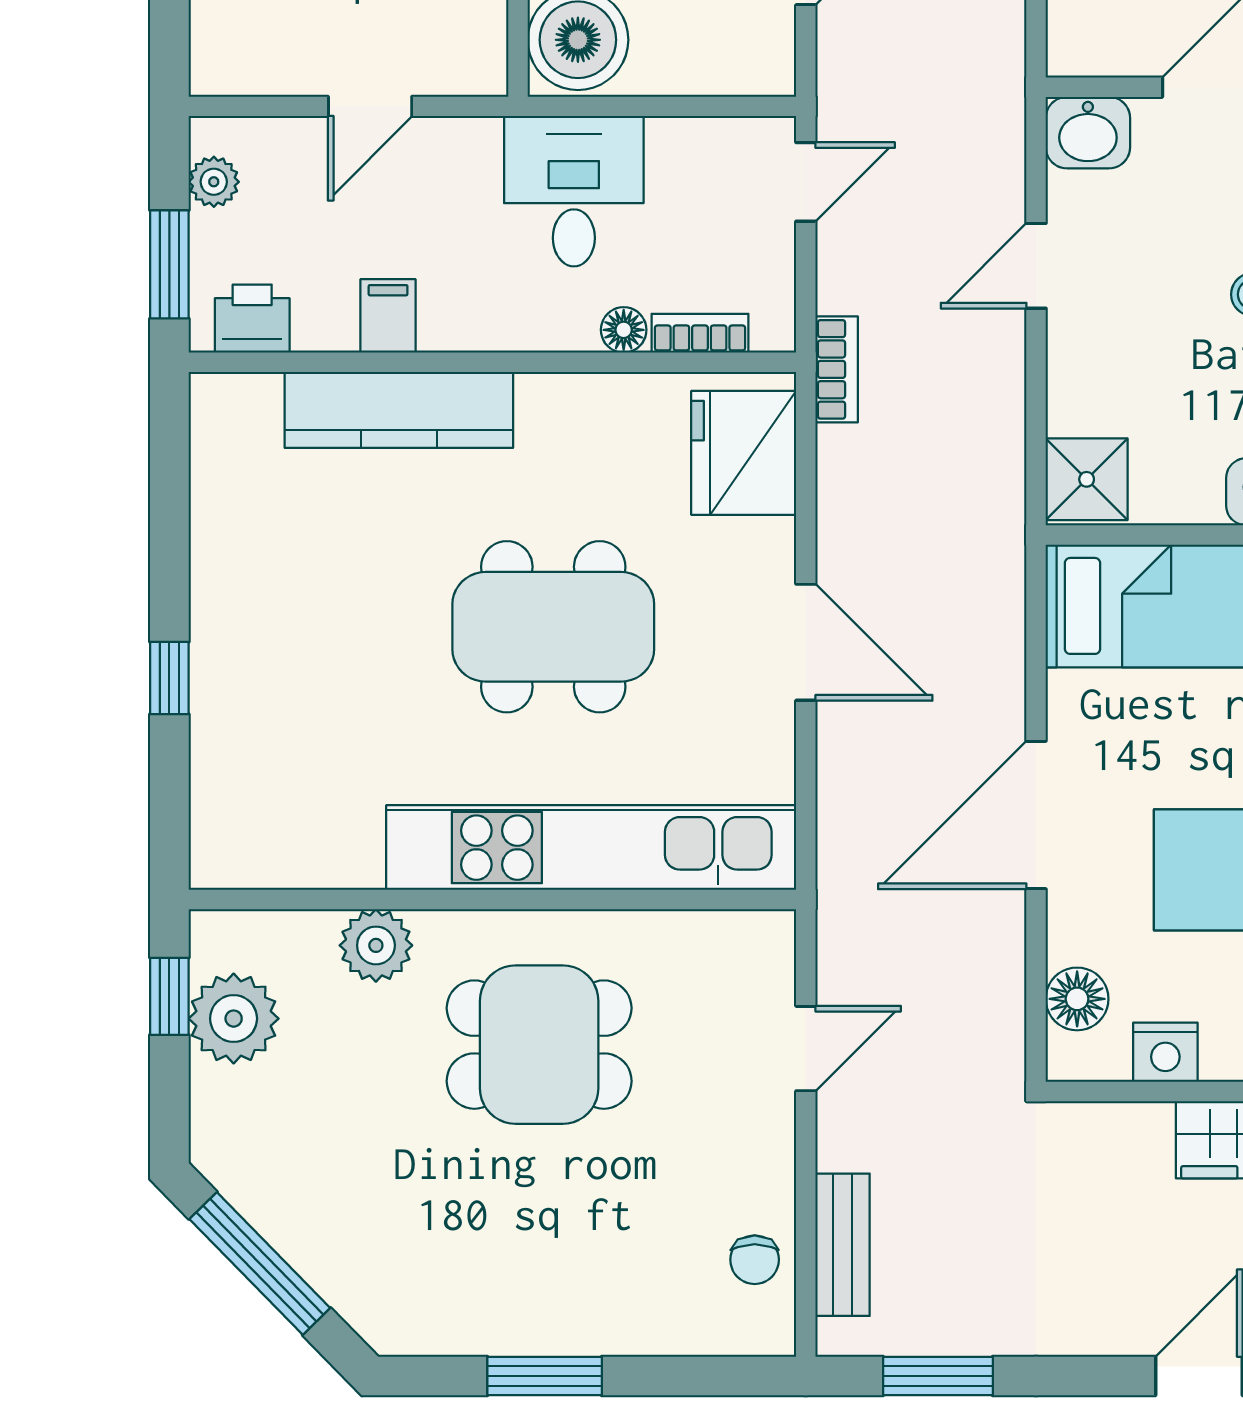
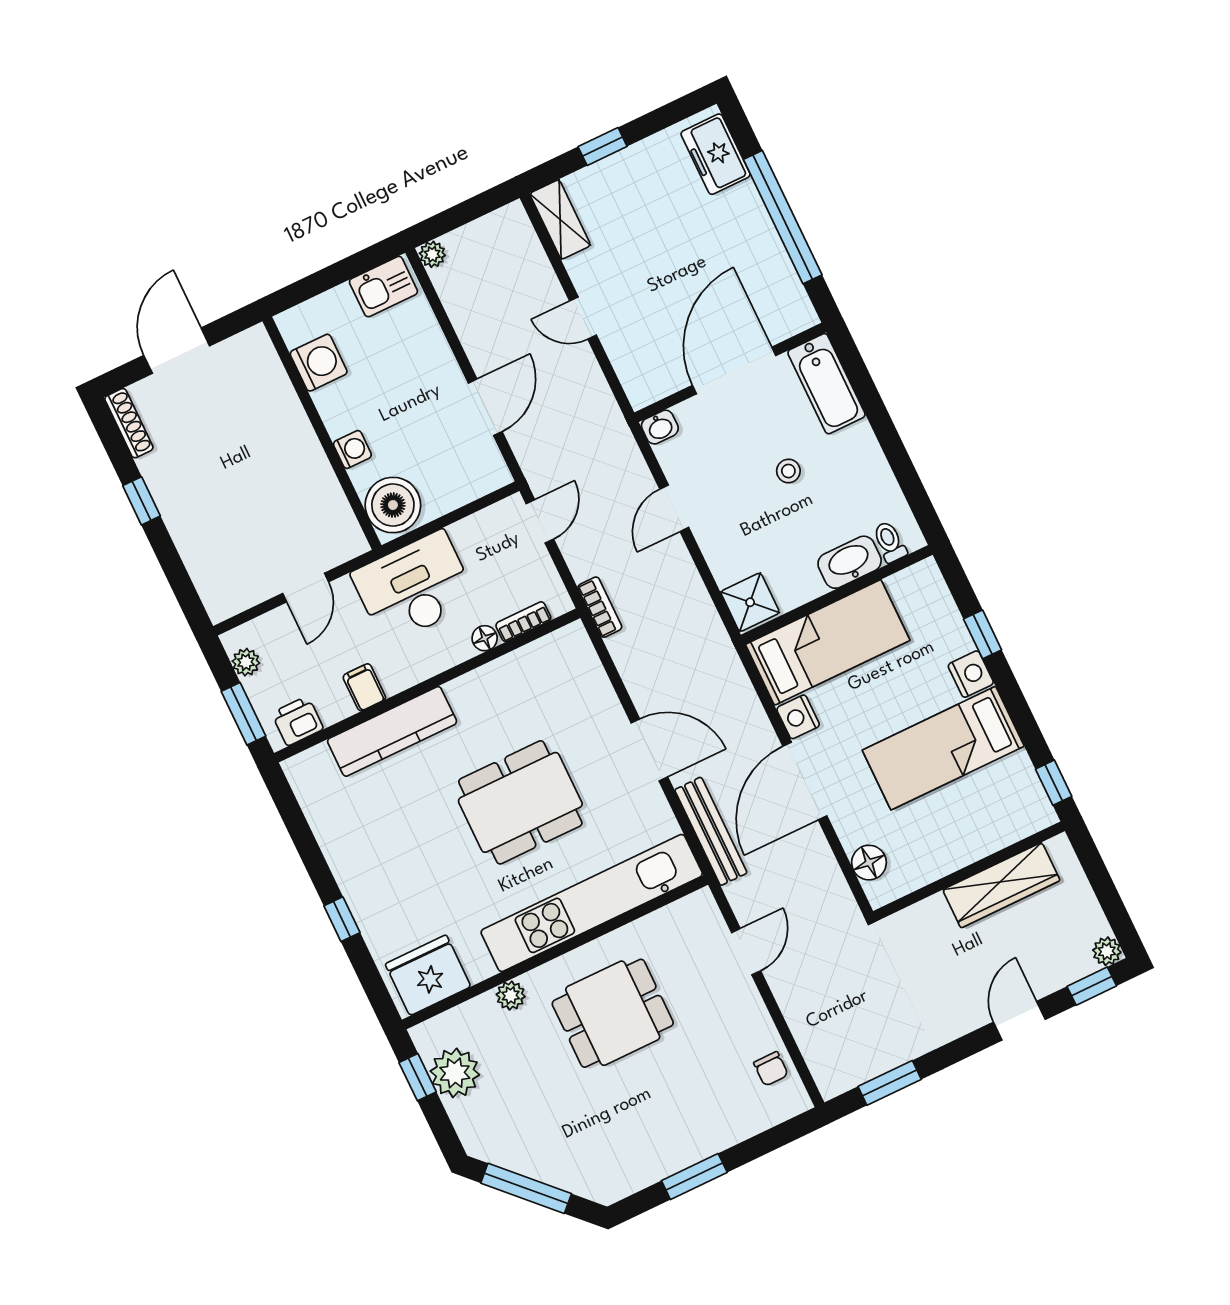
washbasin: (1088, 133) -> (660, 427), width x0.72, depth x0.69
desk: (574, 191) -> (414, 587), width x1.37
fridge: (744, 453) -> (428, 975), moved, turned 90
plant: (376, 945) -> (511, 996), width x0.73, depth x0.73
nightstand: (1165, 1052) -> (798, 717), moved, turned 90
bench: (843, 1245) -> (711, 831), moved, width x1.36

